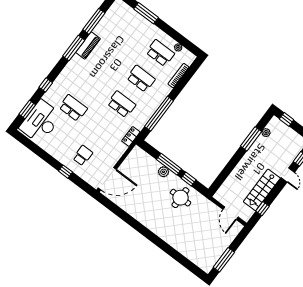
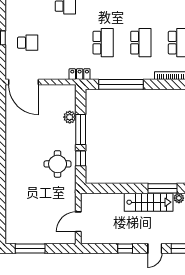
plant: (164, 172) -> (70, 117), moved
stairs: (262, 190) -> (149, 202), moved, turned 180
window: (262, 209) -> (125, 249), moved

